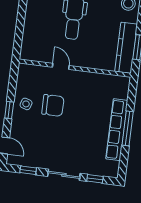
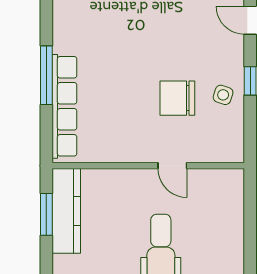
row of seats: (117, 130) -> (64, 106), moved

